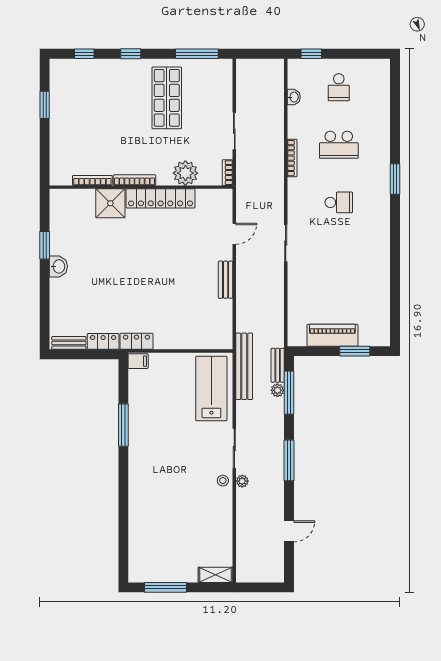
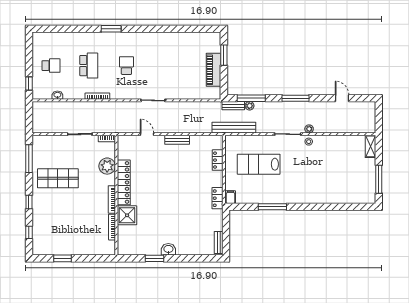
locker: (103, 341) -> (218, 160), moved
lab bench: (211, 389) -> (259, 164), moved

